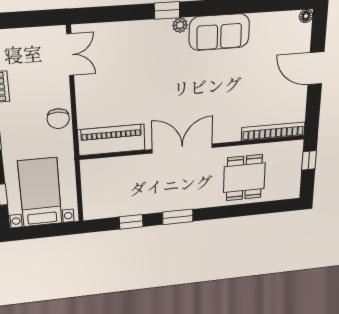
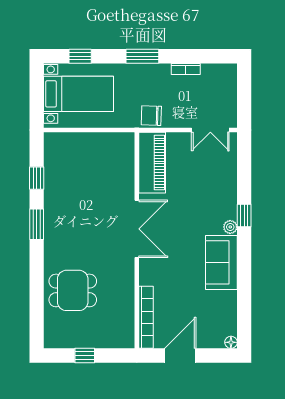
bookcase: (273, 131) -> (146, 317), moved
piano: (111, 140) -> (152, 163), moved
wall: (194, 147) -> (137, 240), moved
double door: (182, 148) -> (137, 229), moved

